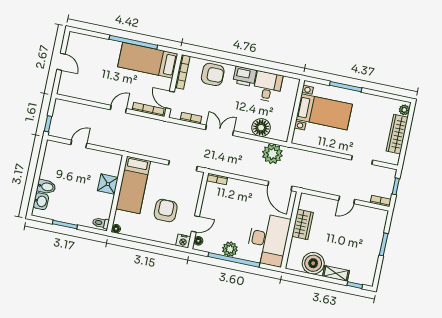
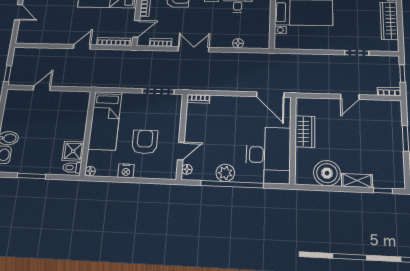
door: (170, 100) -> (136, 29), swing flipped
floor lamp: (261, 128) -> (238, 43), width x0.53, depth x0.53
plant: (272, 154) -> (256, 63), removed
shower: (108, 184) -> (73, 151), moved
nightstand: (183, 241) -> (126, 171), moved

